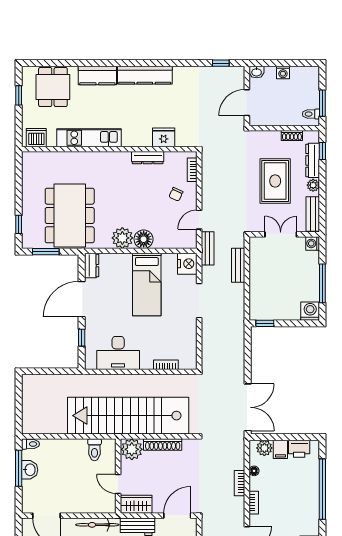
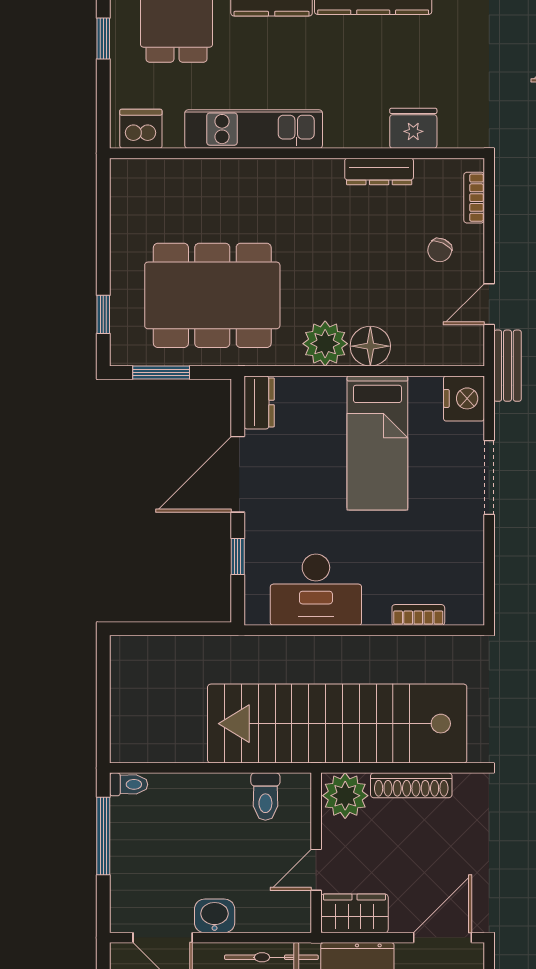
dining table: (70, 215) -> (212, 295), turned 90
washbasin: (30, 470) -> (215, 916), moved, turned -90
door: (118, 484) -> (316, 870), hinge flipped

